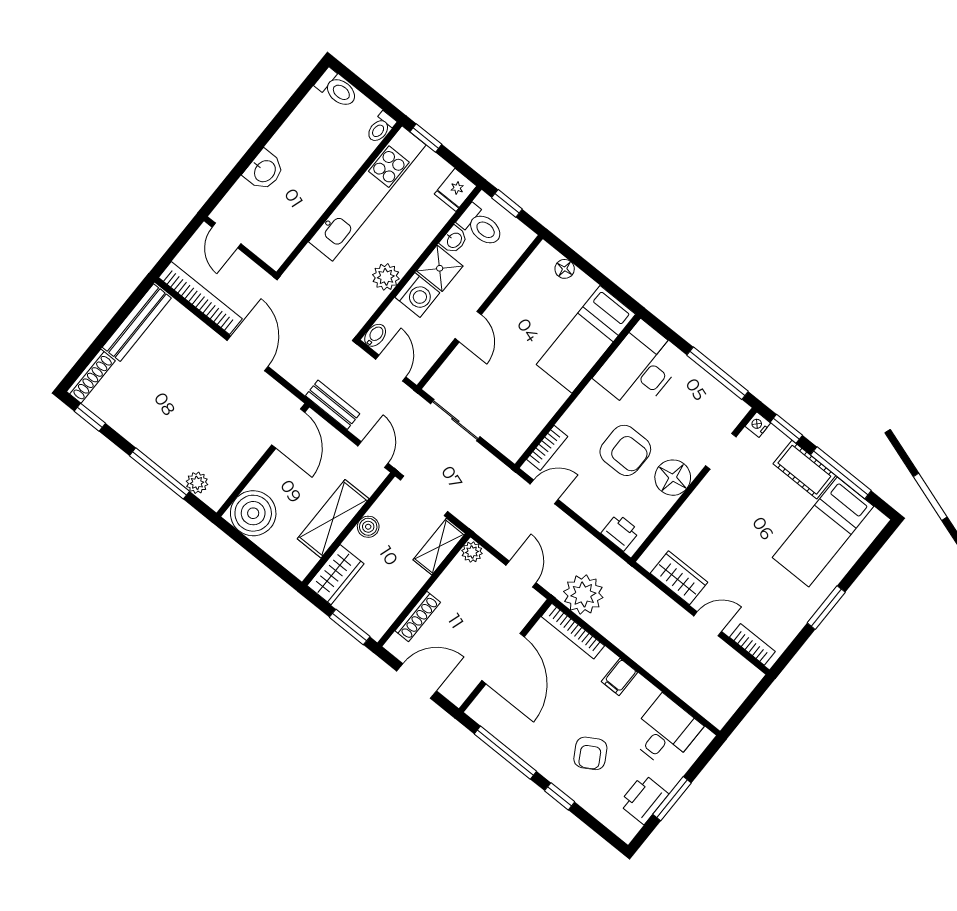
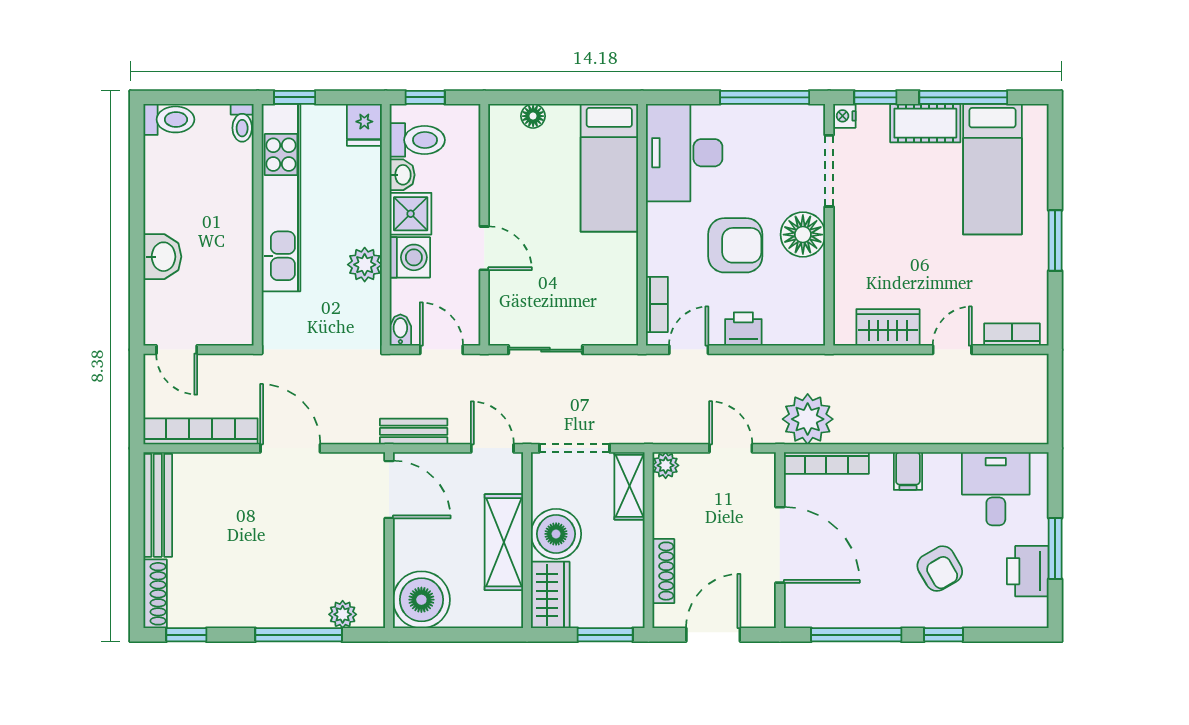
doorway: (721, 451) -> (829, 171), width x1.38
boiler: (368, 527) -> (556, 534), width x1.86, depth x1.86
printer: (620, 532) -> (743, 329), moved

